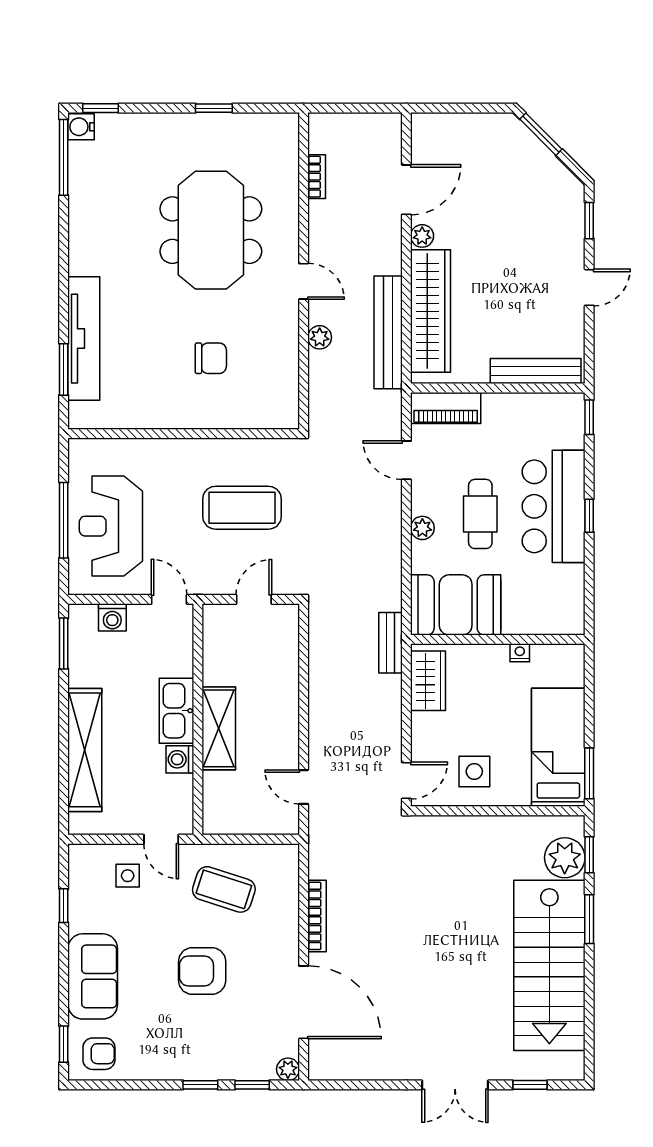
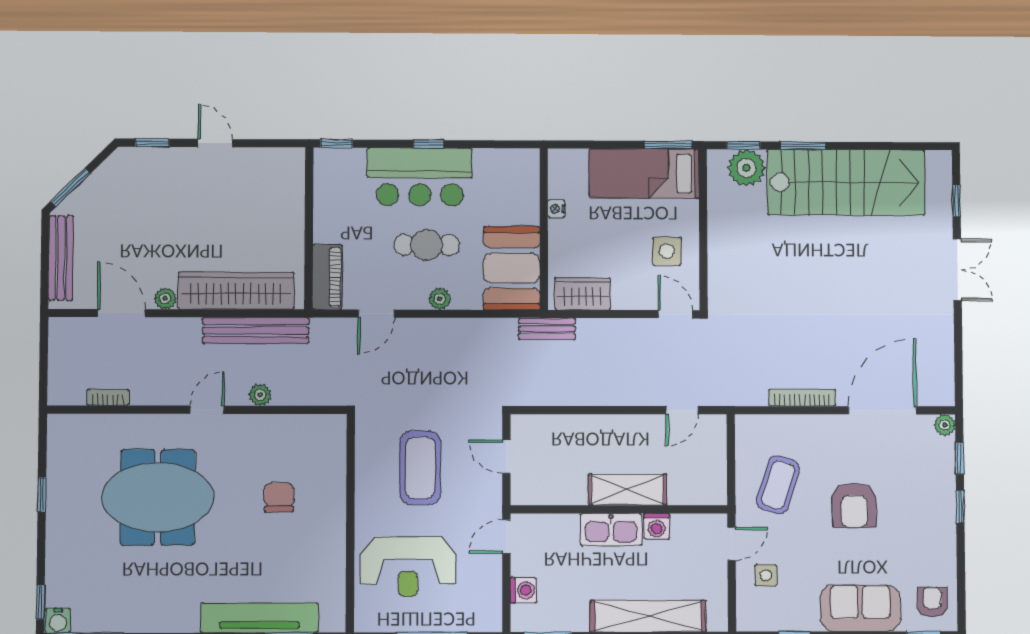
bench: (536, 371) -> (61, 258), moved
reception desk: (111, 526) -> (408, 566), moved

